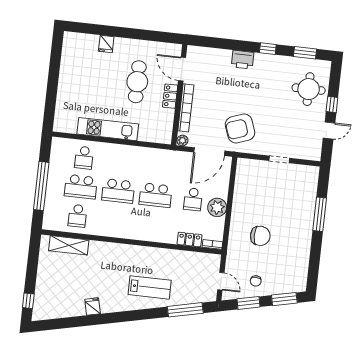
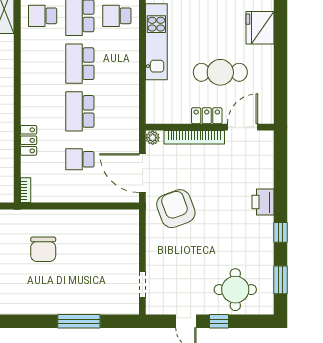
fridge: (106, 44) -> (260, 28), width x1.88, depth x1.34
doorway: (279, 159) -> (142, 285), moved
plant: (217, 207) -> (73, 191), removed
locker: (189, 240) -> (29, 140), moved

